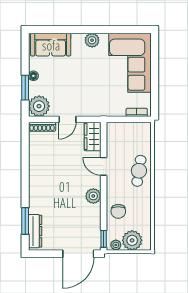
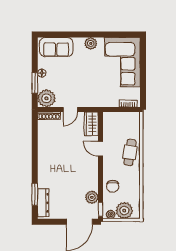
plant: (93, 196) -> (92, 197), moved

